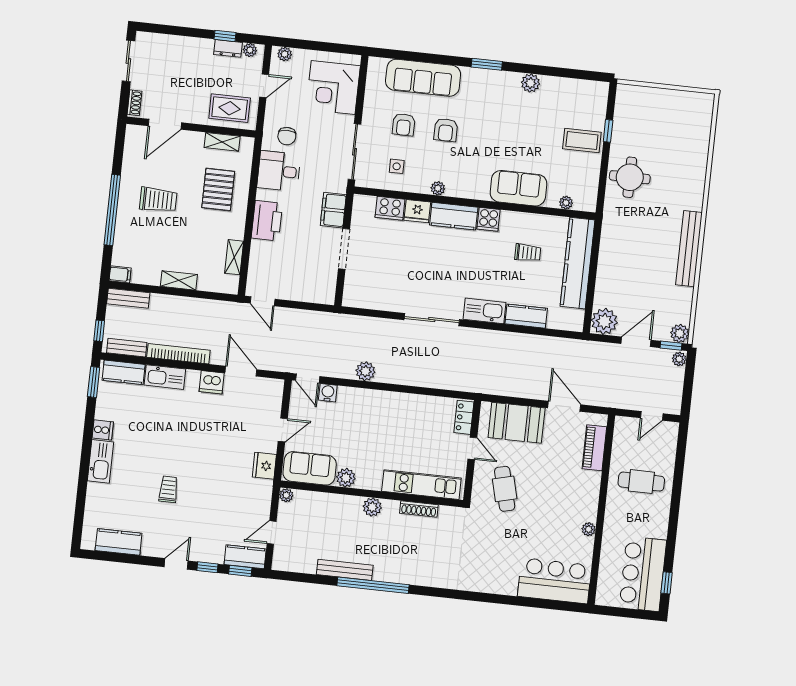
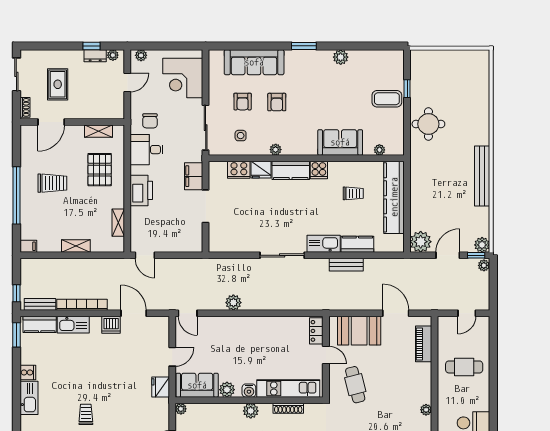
rug: (230, 108) -> (58, 84), moved, turned 90
bench: (128, 298) -> (346, 265), moved
water cooler: (328, 393) -> (249, 391), moved, turned 180

